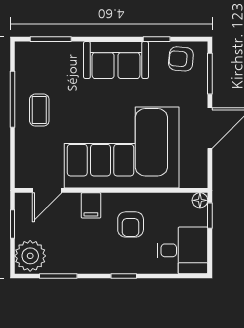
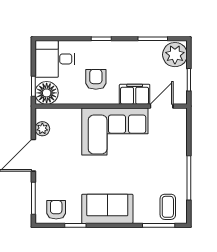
armchair: (181, 59) -> (56, 210), turned -95
coffee table: (39, 110) -> (168, 207), moved
corner sofa: (122, 148) -> (115, 131), width x0.73, depth x0.74
plant: (198, 162) -> (42, 129), added
floor lamp: (200, 200) -> (47, 93), width x1.89, depth x1.89
filing cabinet: (91, 205) -> (135, 94), width x2.00

